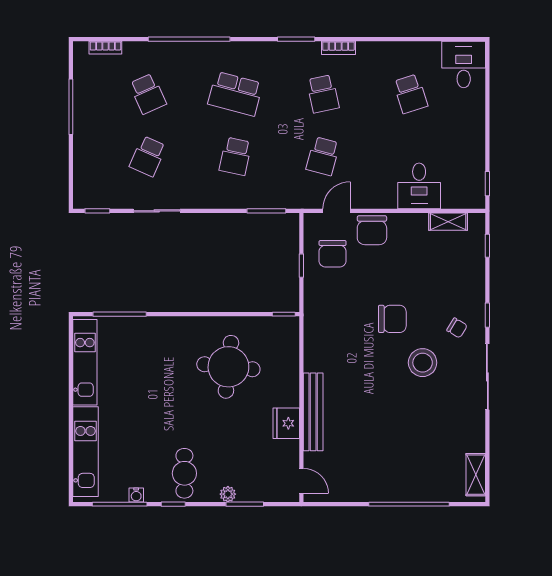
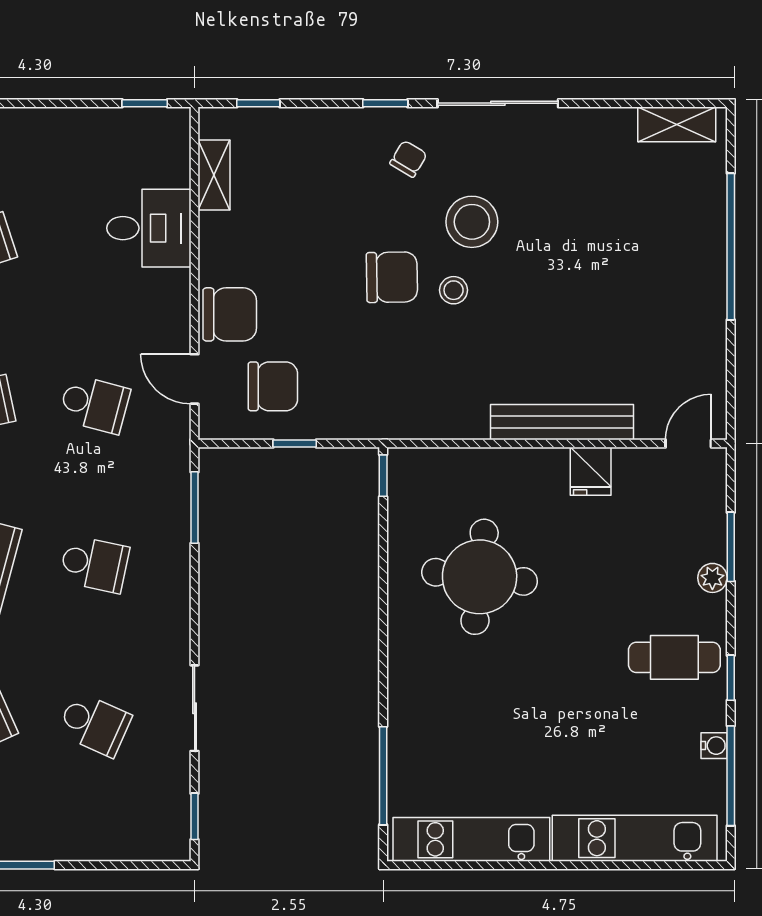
chair: (392, 319) -> (392, 277), turned 89
stool: (385, 353) -> (454, 290), added
fridge: (286, 423) -> (591, 471), width x0.72

